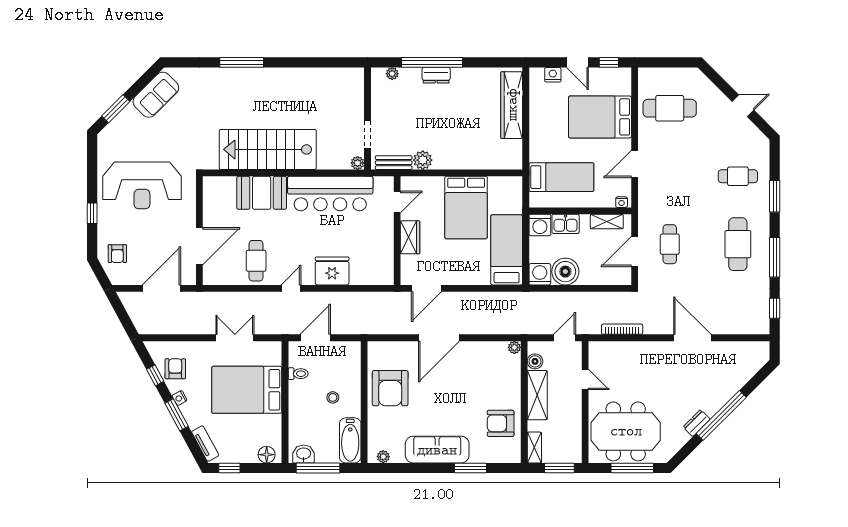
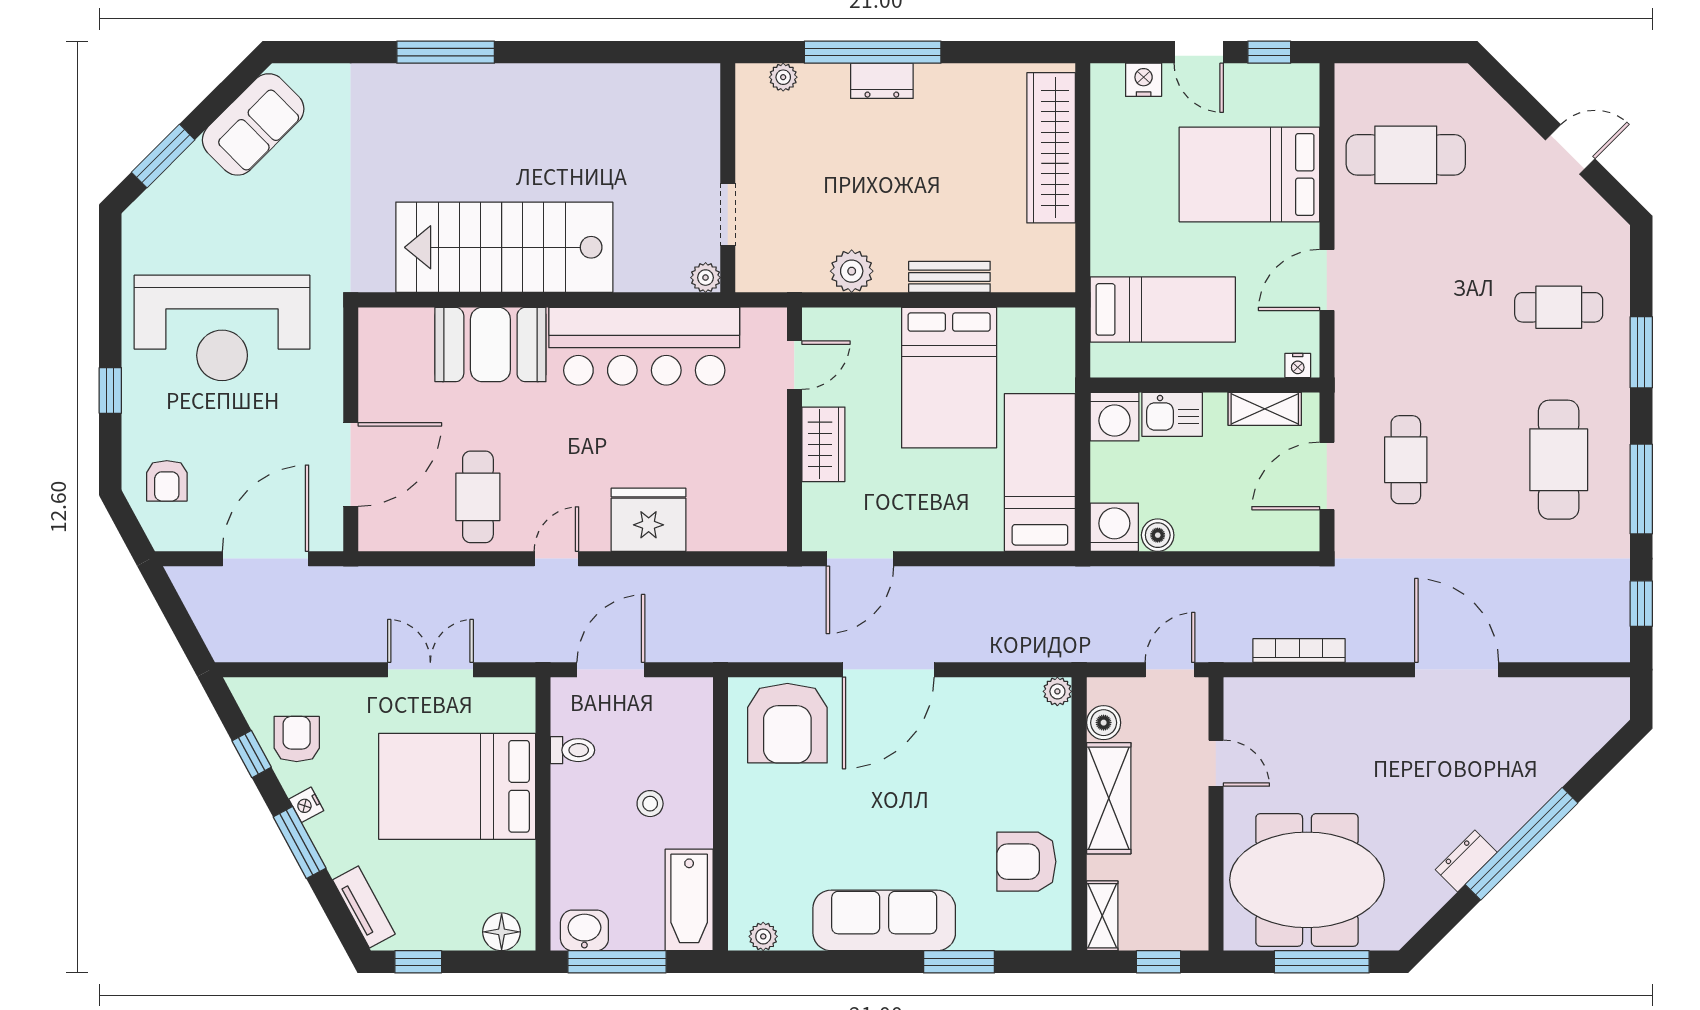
bench: (394, 163) -> (949, 277), moved
boiler: (565, 272) -> (1158, 535), width x0.54, depth x0.54
armchair: (390, 388) -> (787, 723), moved
window: (559, 468) -> (1159, 962), width x0.67

